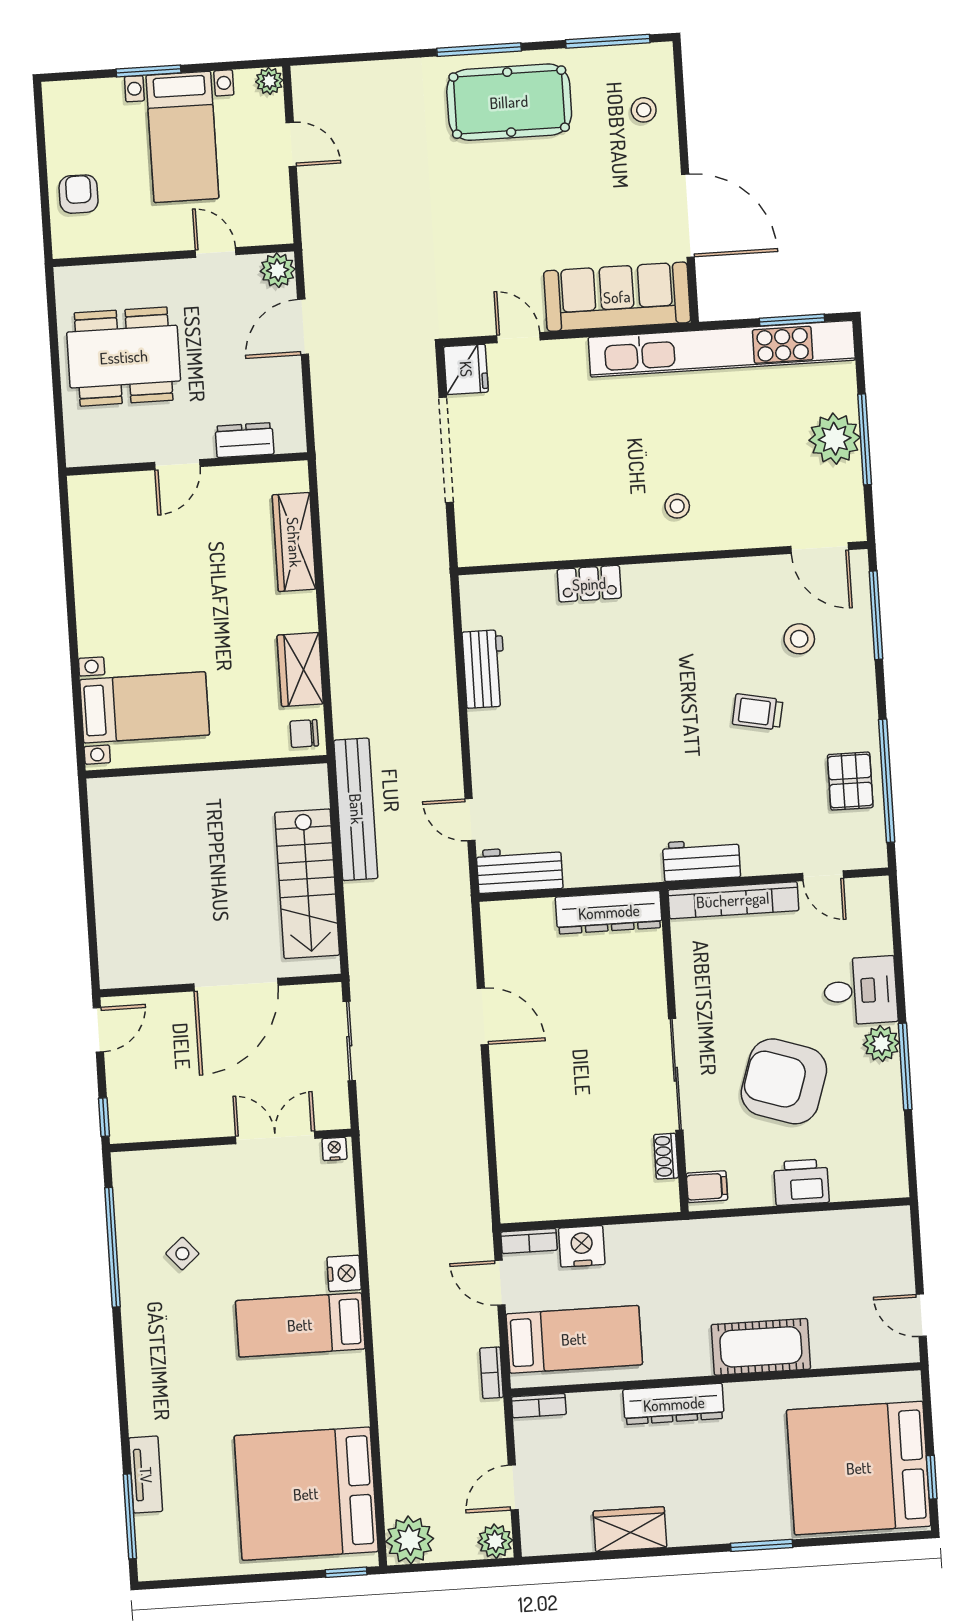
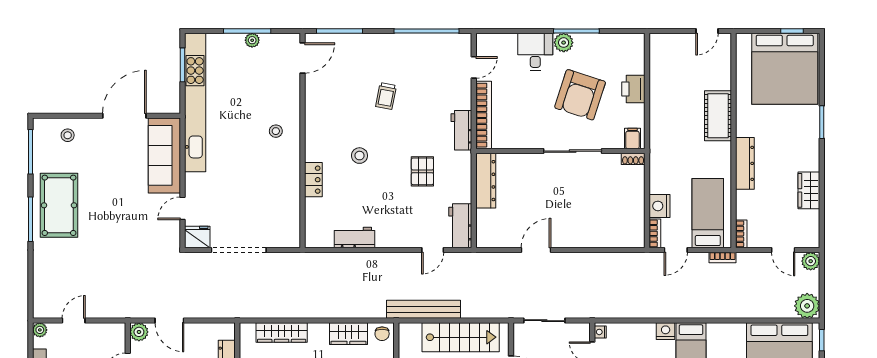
plant: (835, 439) -> (252, 40), width x0.53, depth x0.53
stool: (799, 639) -> (360, 156), moved
pallet: (850, 781) -> (422, 171), moved, turned 90
shoe rack: (666, 1156) -> (633, 159), moved

